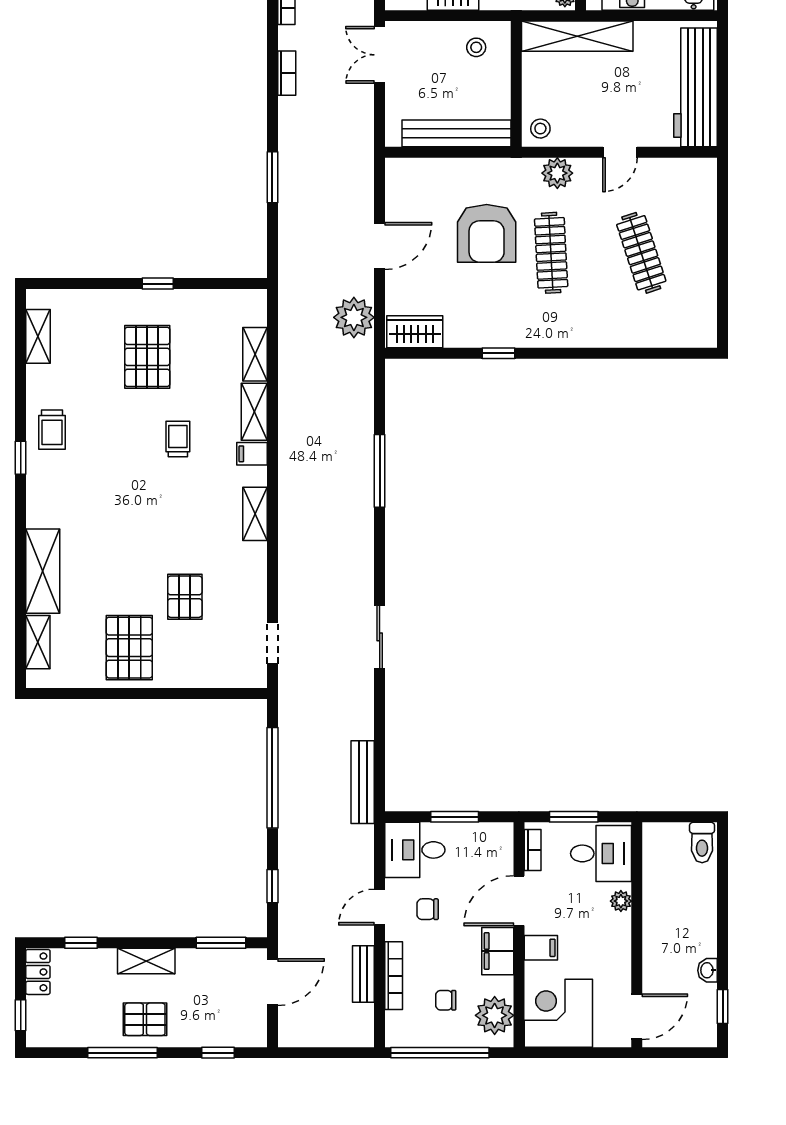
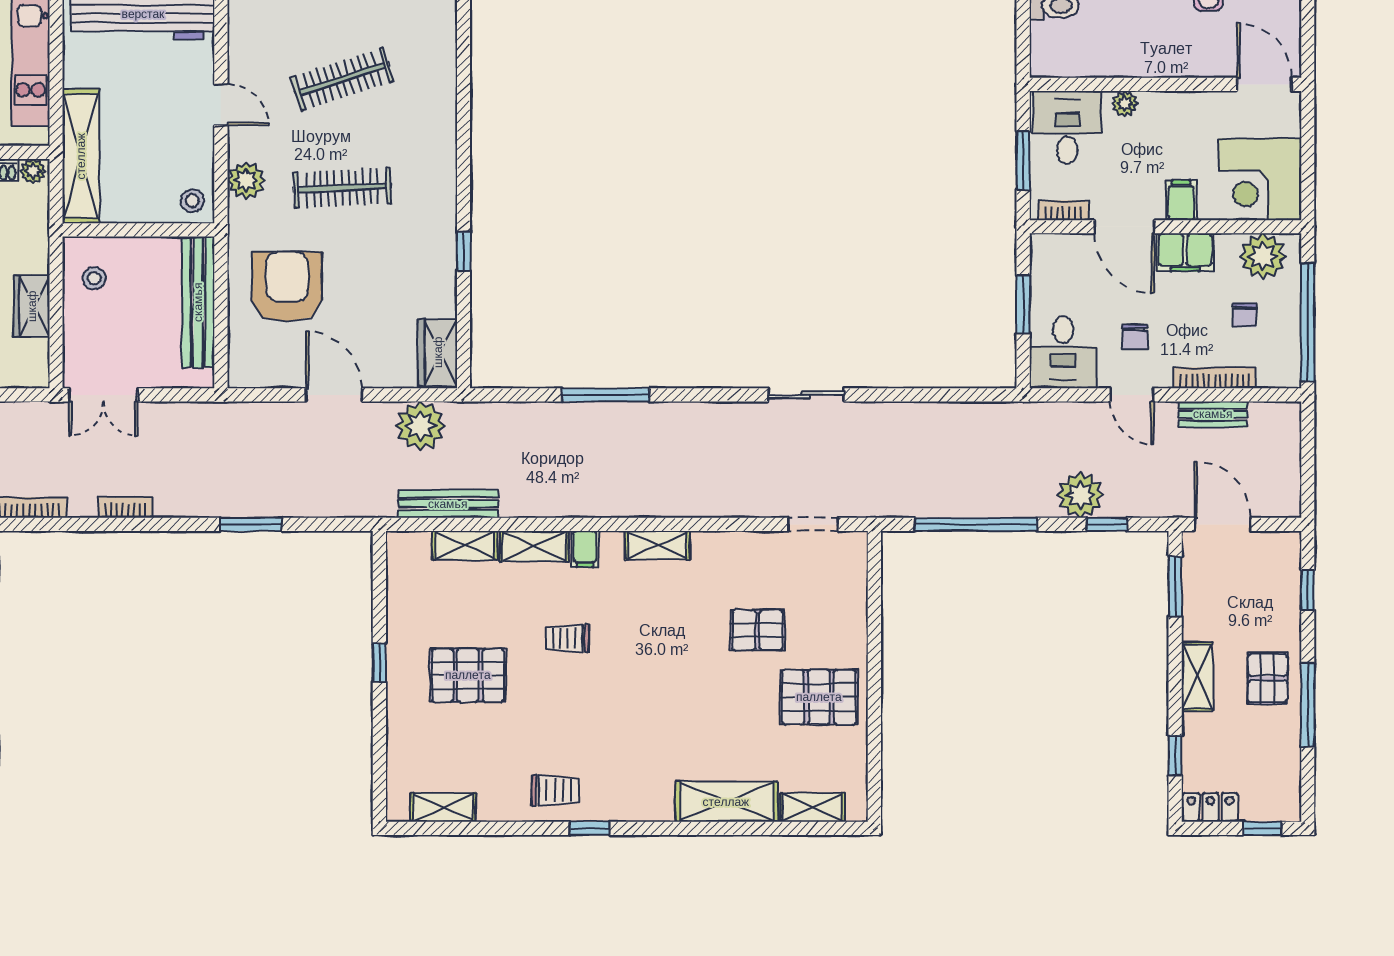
armchair: (487, 233) -> (287, 287), moved, turned -90
bench: (363, 782) -> (448, 504), moved
plant: (297, 864) -> (1080, 495), added

